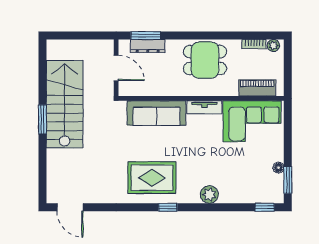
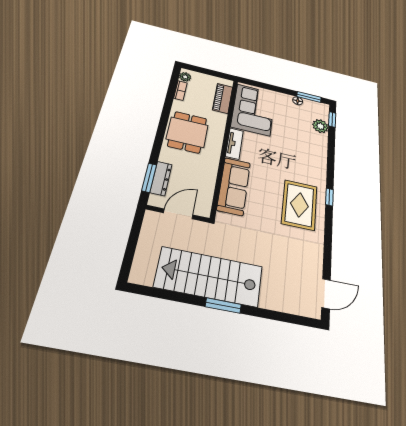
plant: (209, 195) -> (320, 126), moved

